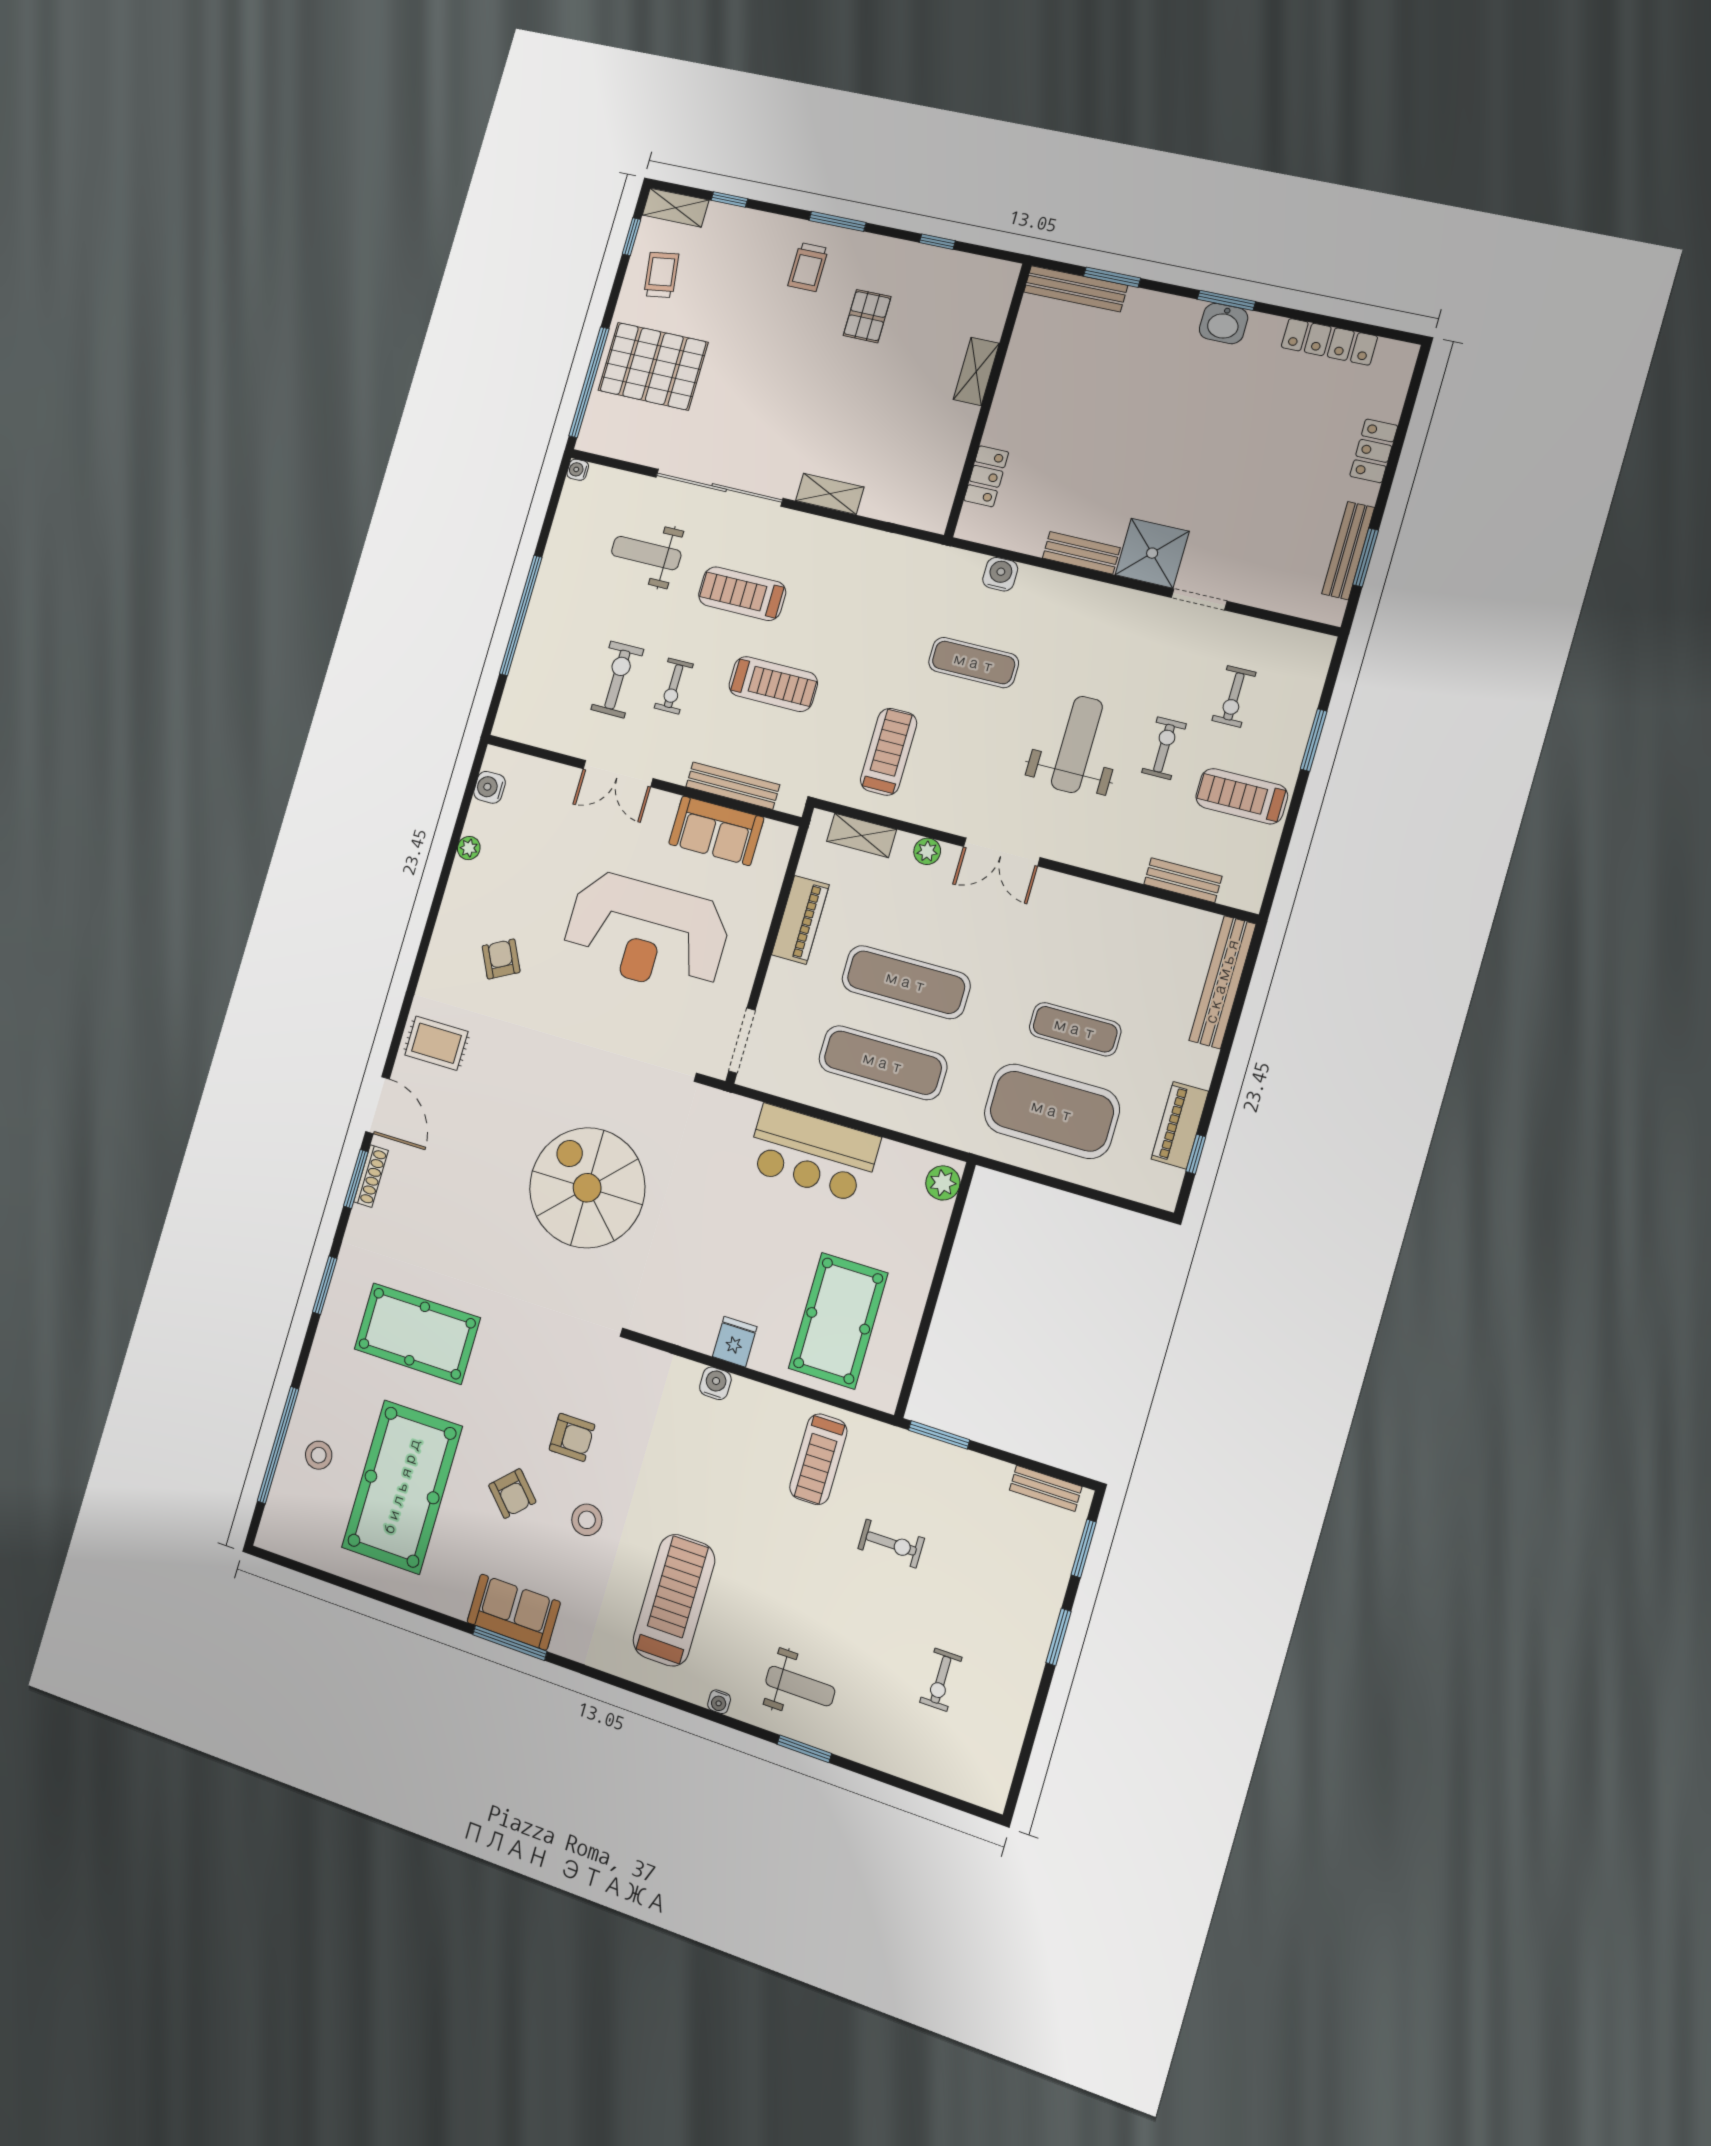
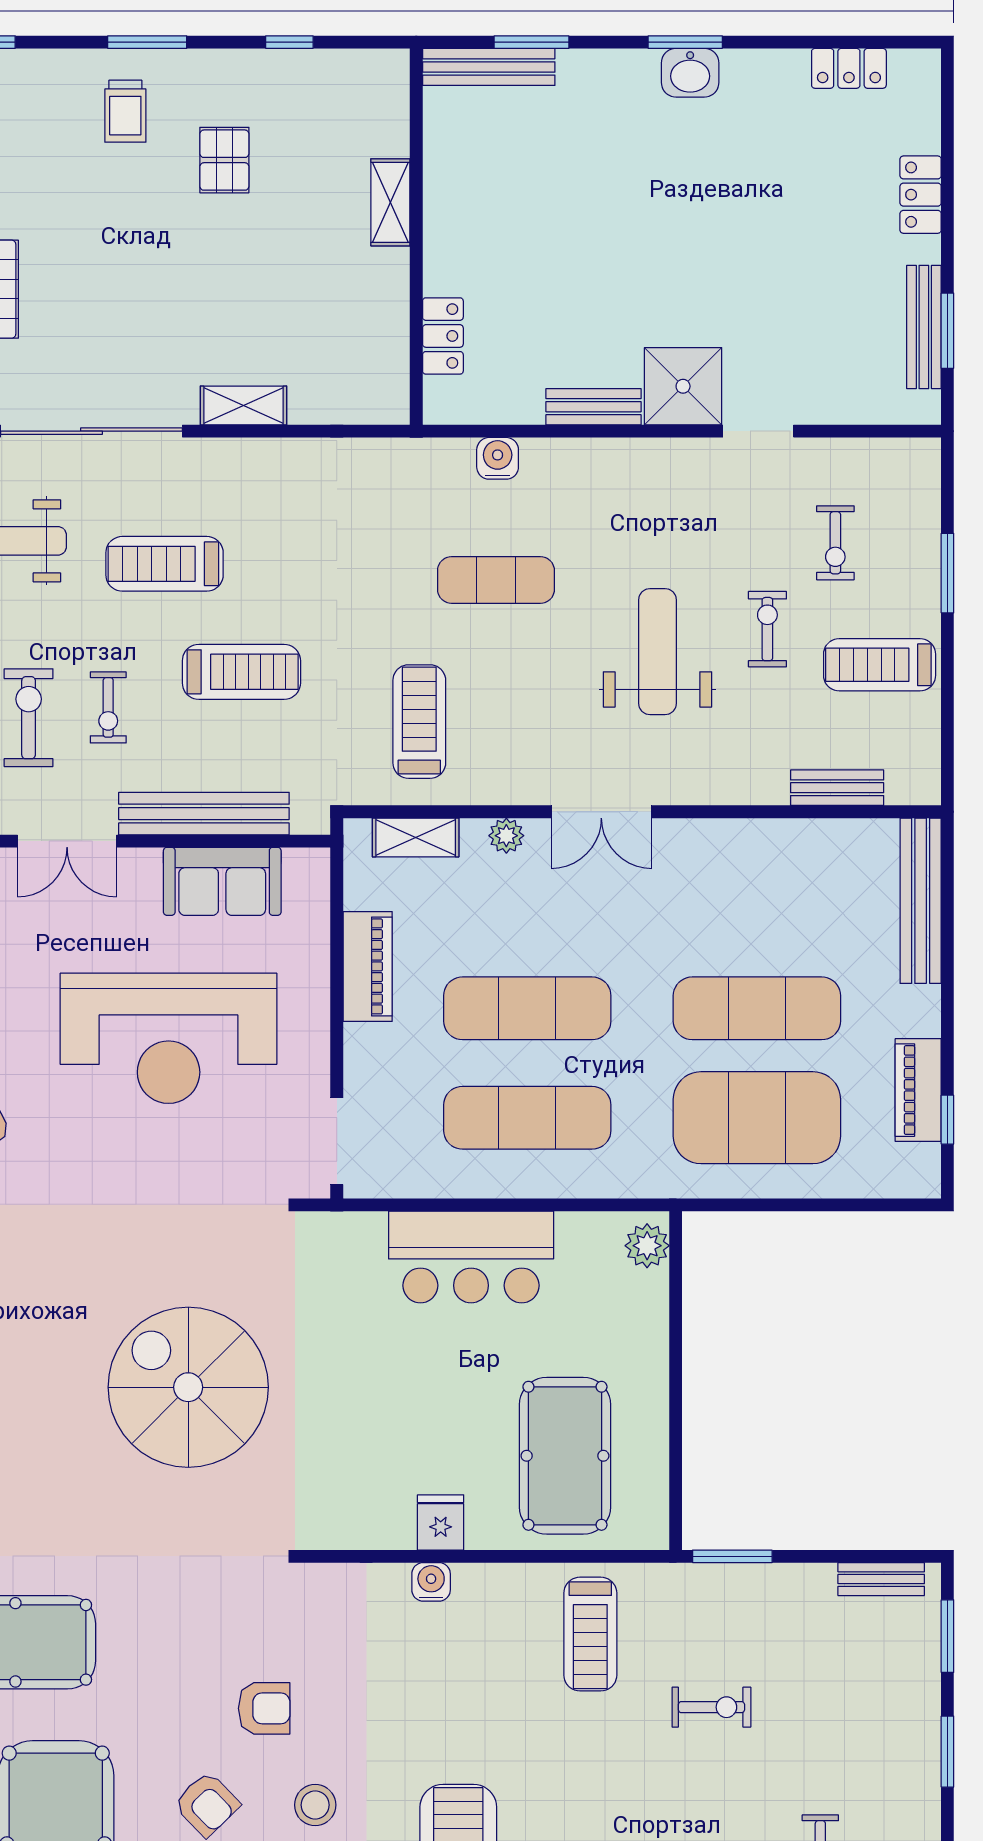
locker: (1329, 342) -> (849, 68), width x0.66
bench: (733, 786) -> (204, 814), width x1.37, depth x1.21
exercise mat: (1075, 1029) -> (757, 1008), width x1.36, depth x1.45

